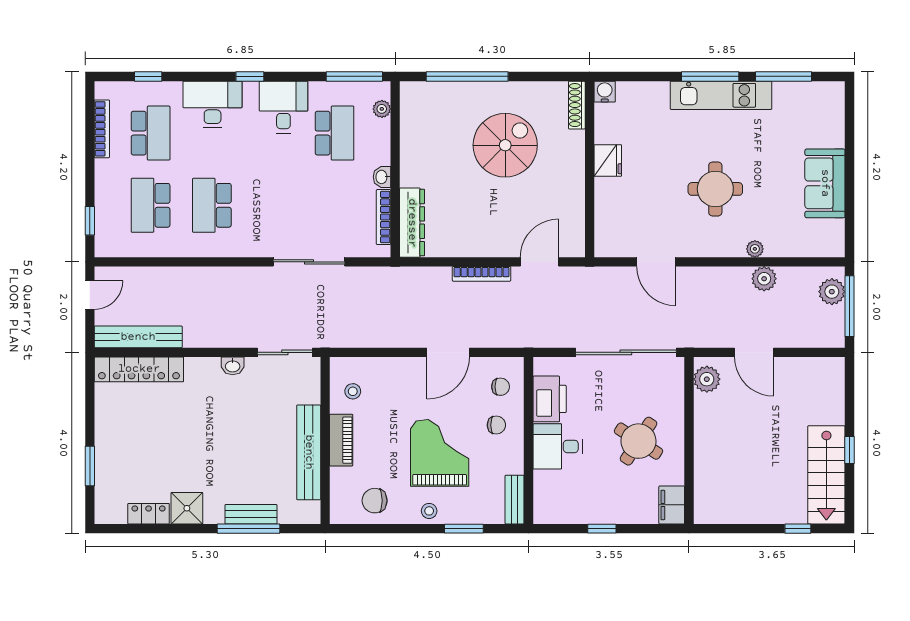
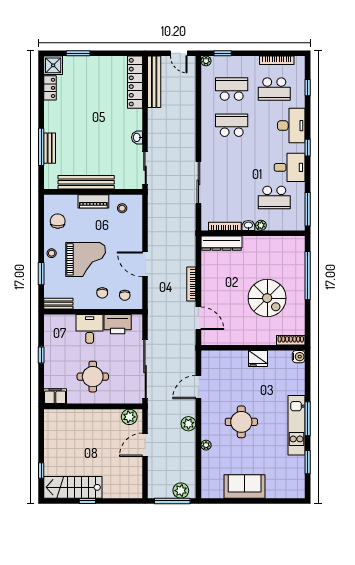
window: (784, 76) -> (308, 462), width x0.69
plant: (382, 109) -> (261, 225), moved
plant: (103, 249) -> (206, 61), added
plant: (764, 279) -> (188, 424), moved
round table: (638, 441) -> (93, 377), turned -33
shower: (187, 508) -> (53, 65), moved

